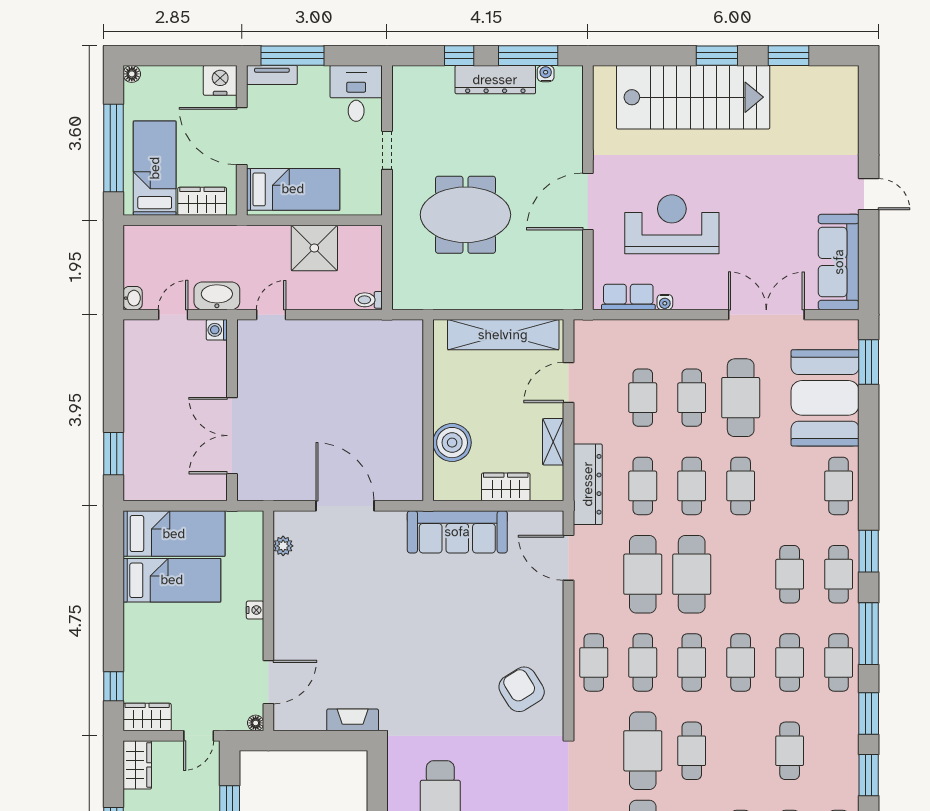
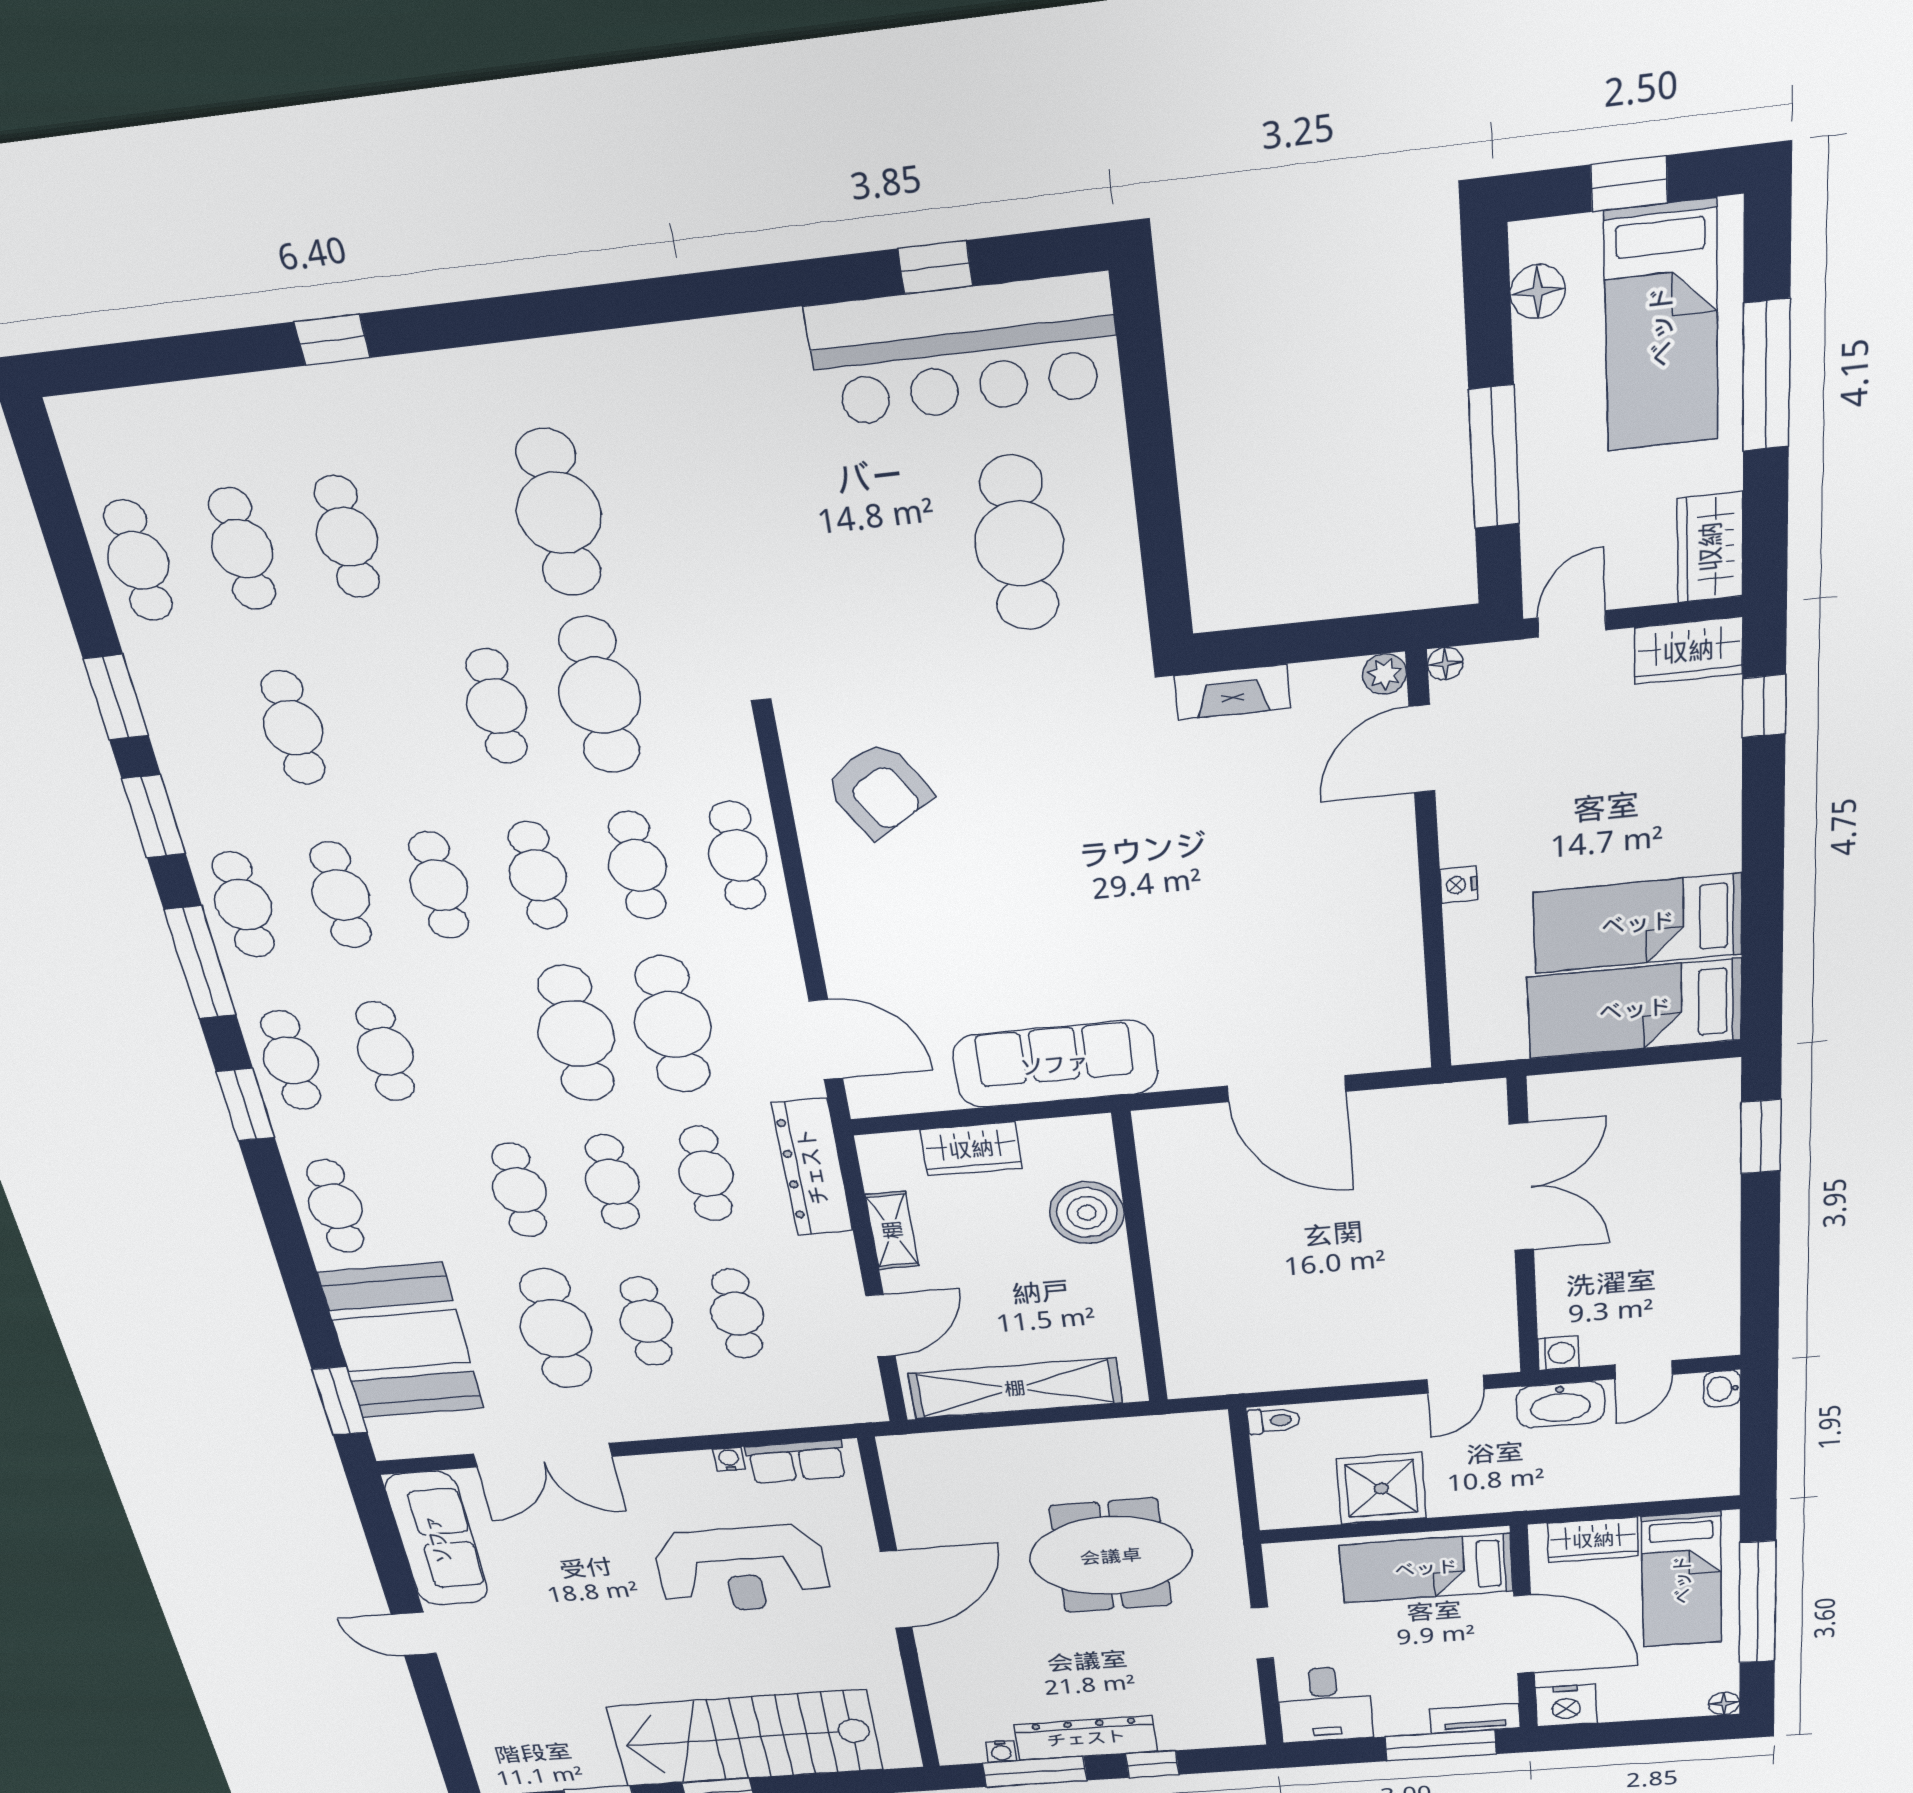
plant: (283, 546) -> (1385, 674), moved

